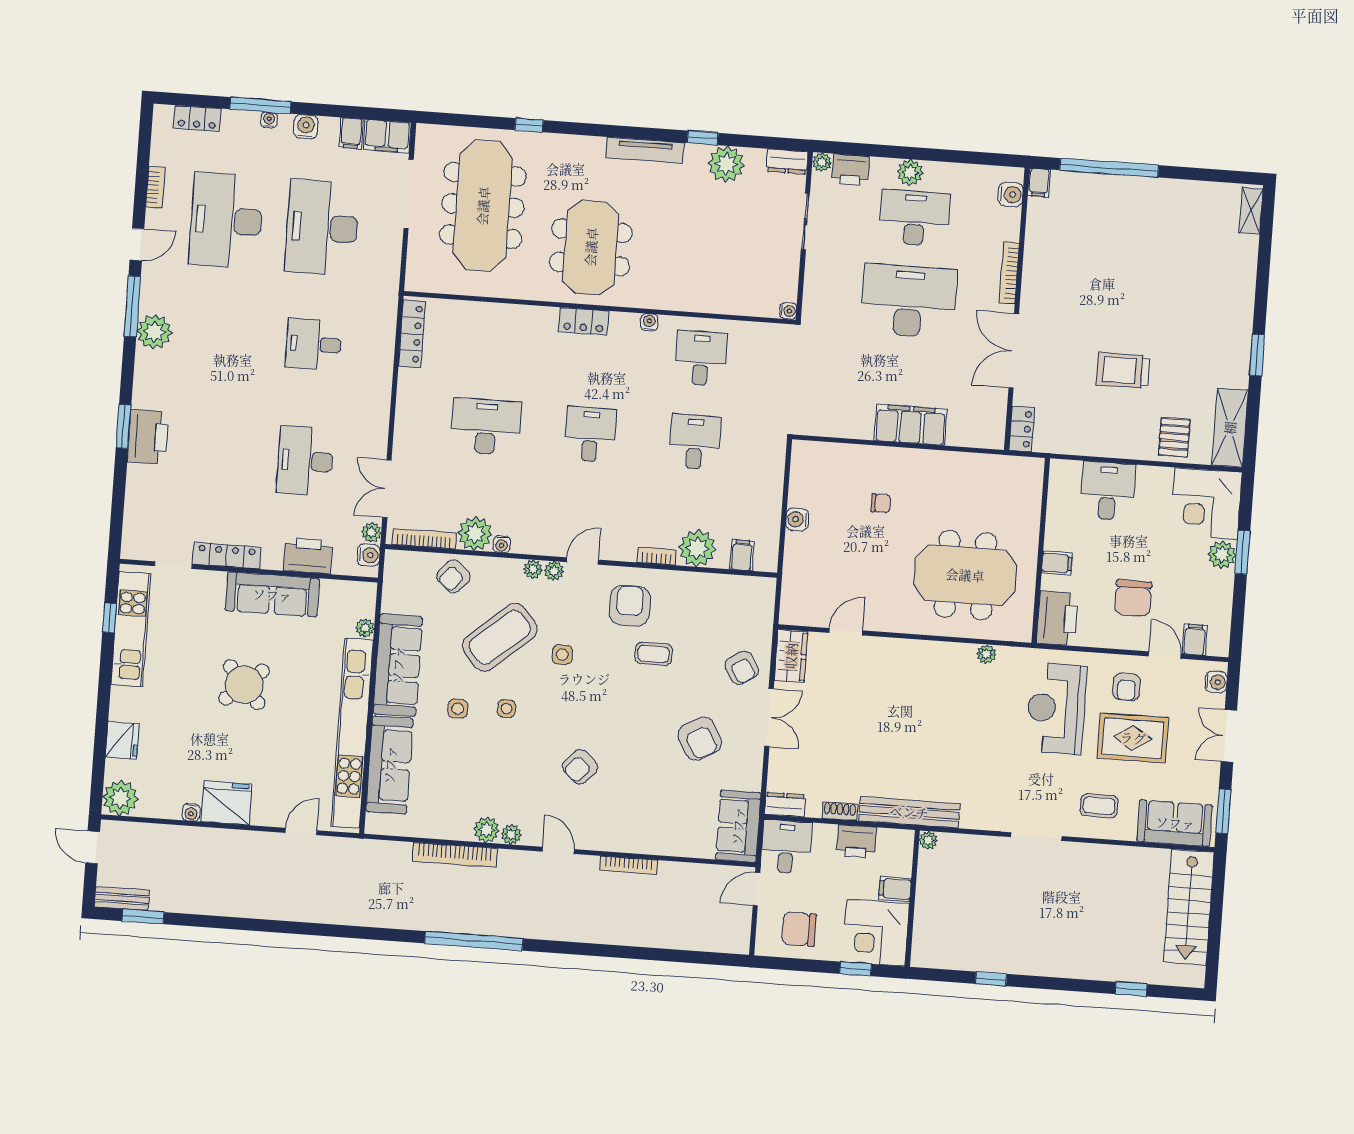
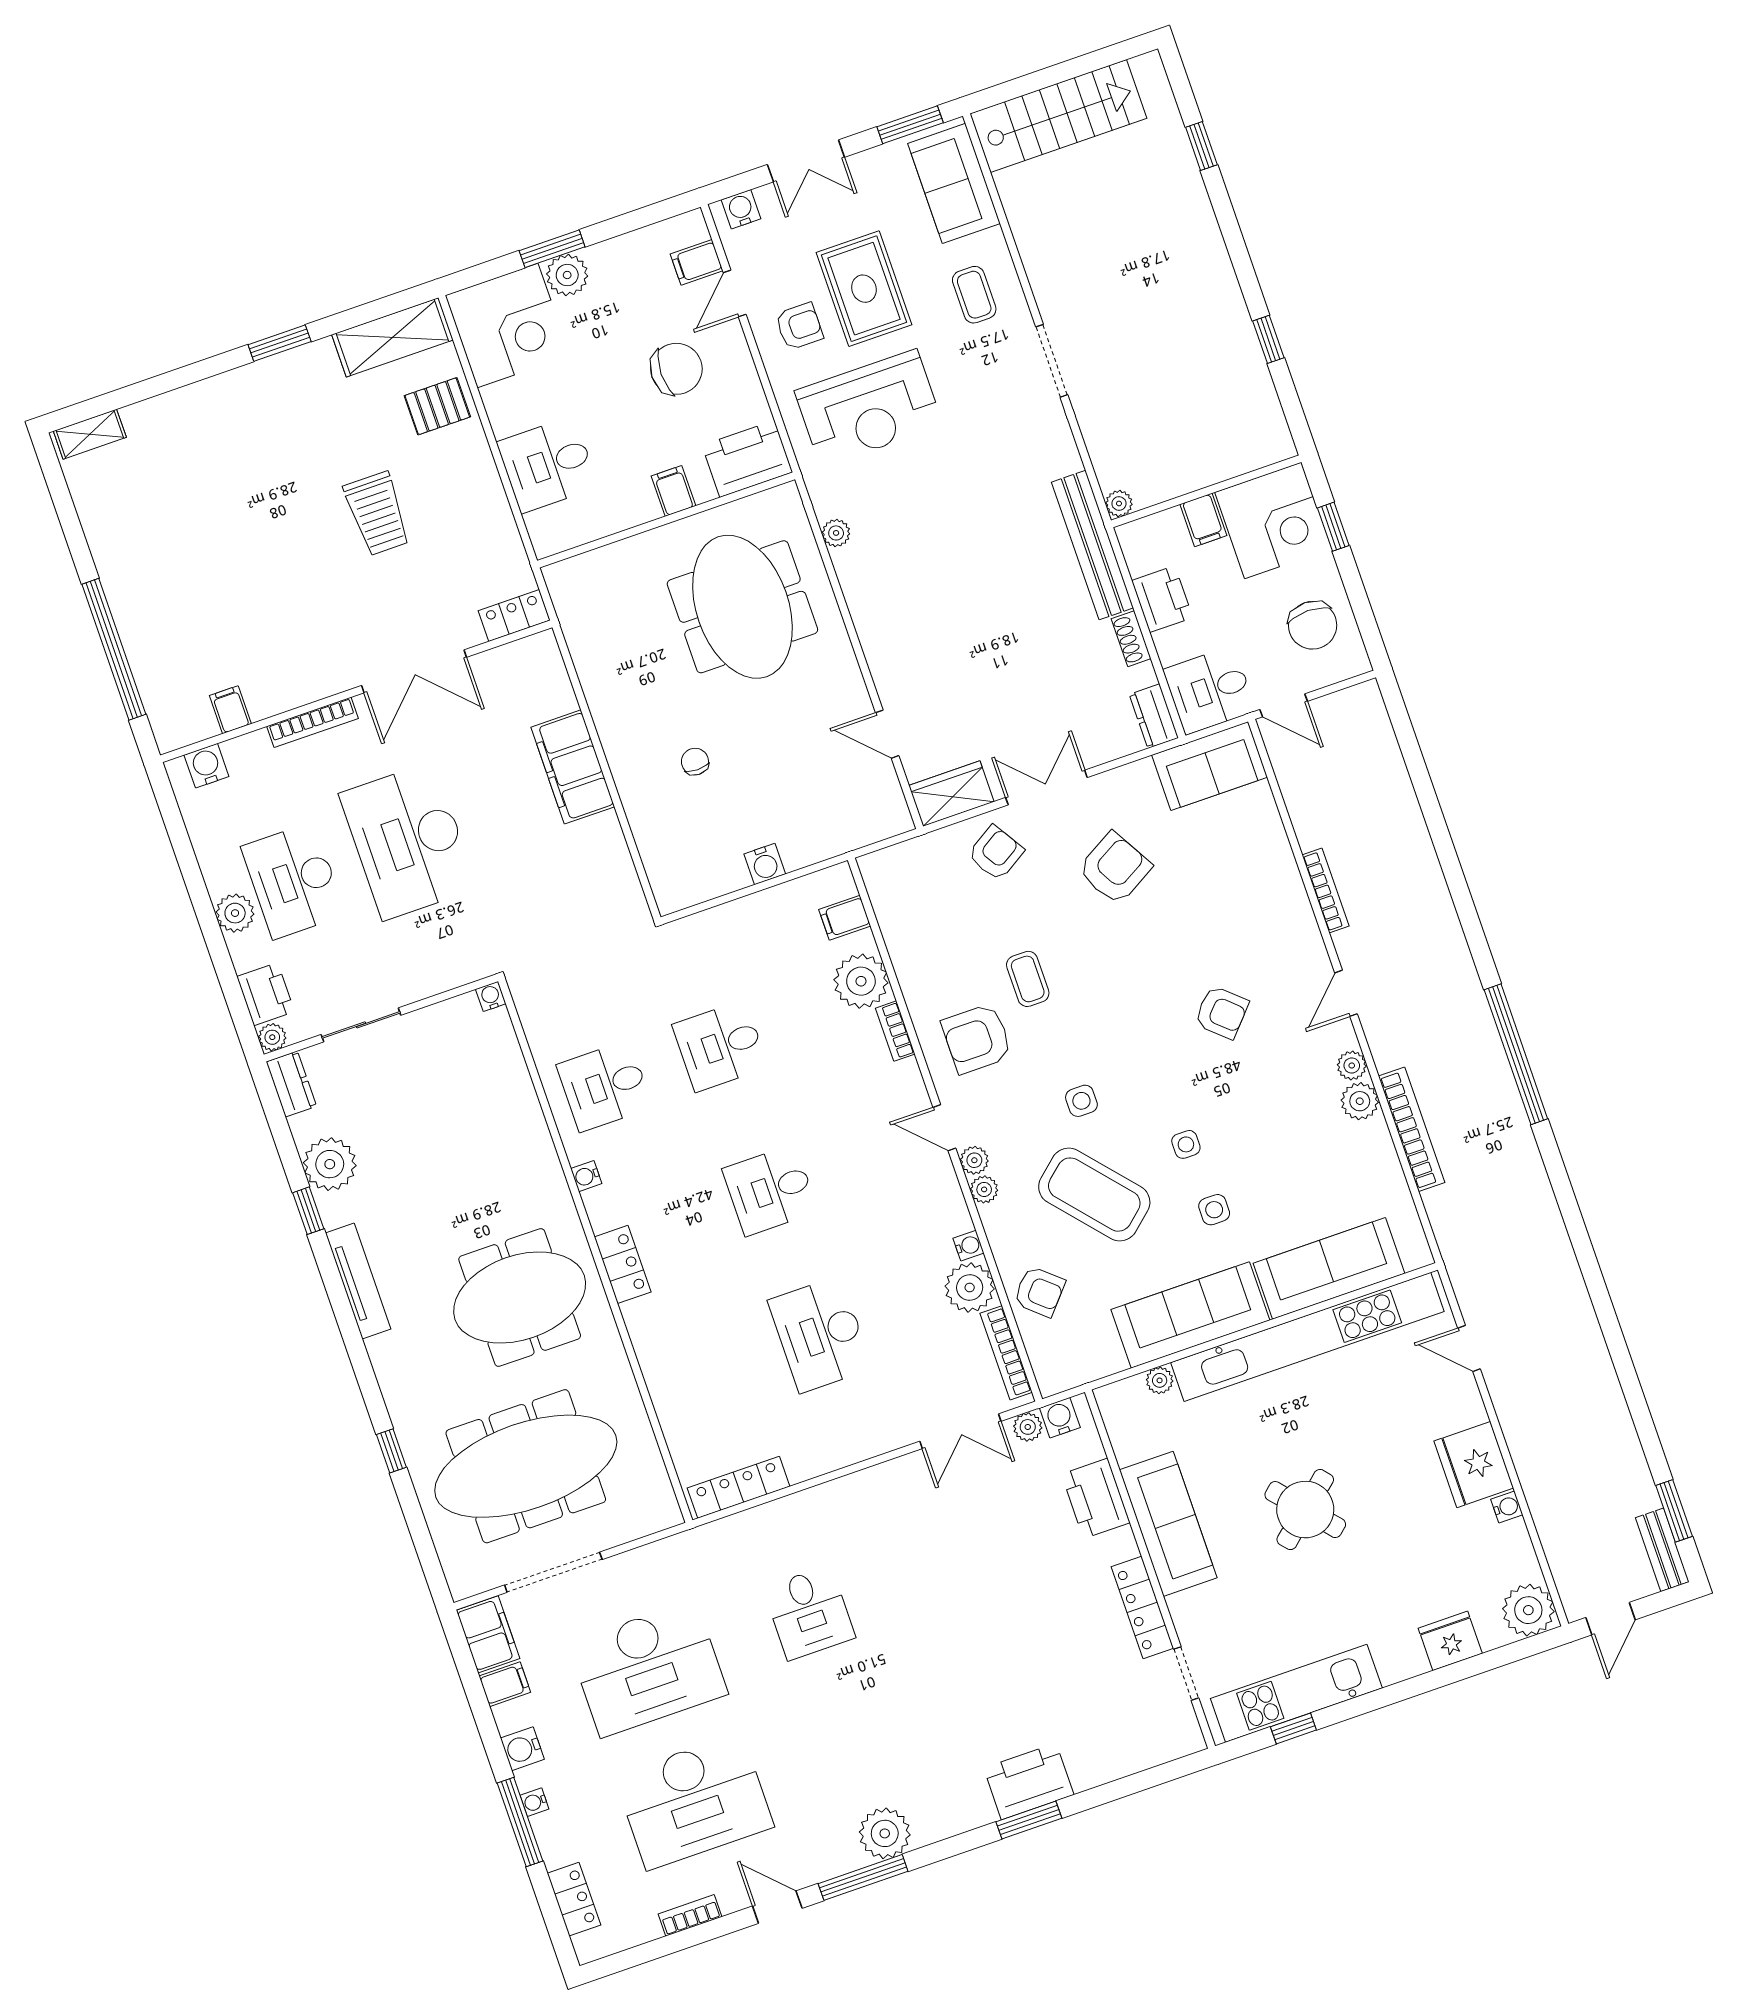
filing cabinet: (1039, 183) -> (230, 710), moved, turned -90
desk: (305, 461) -> (970, 1557), removed

